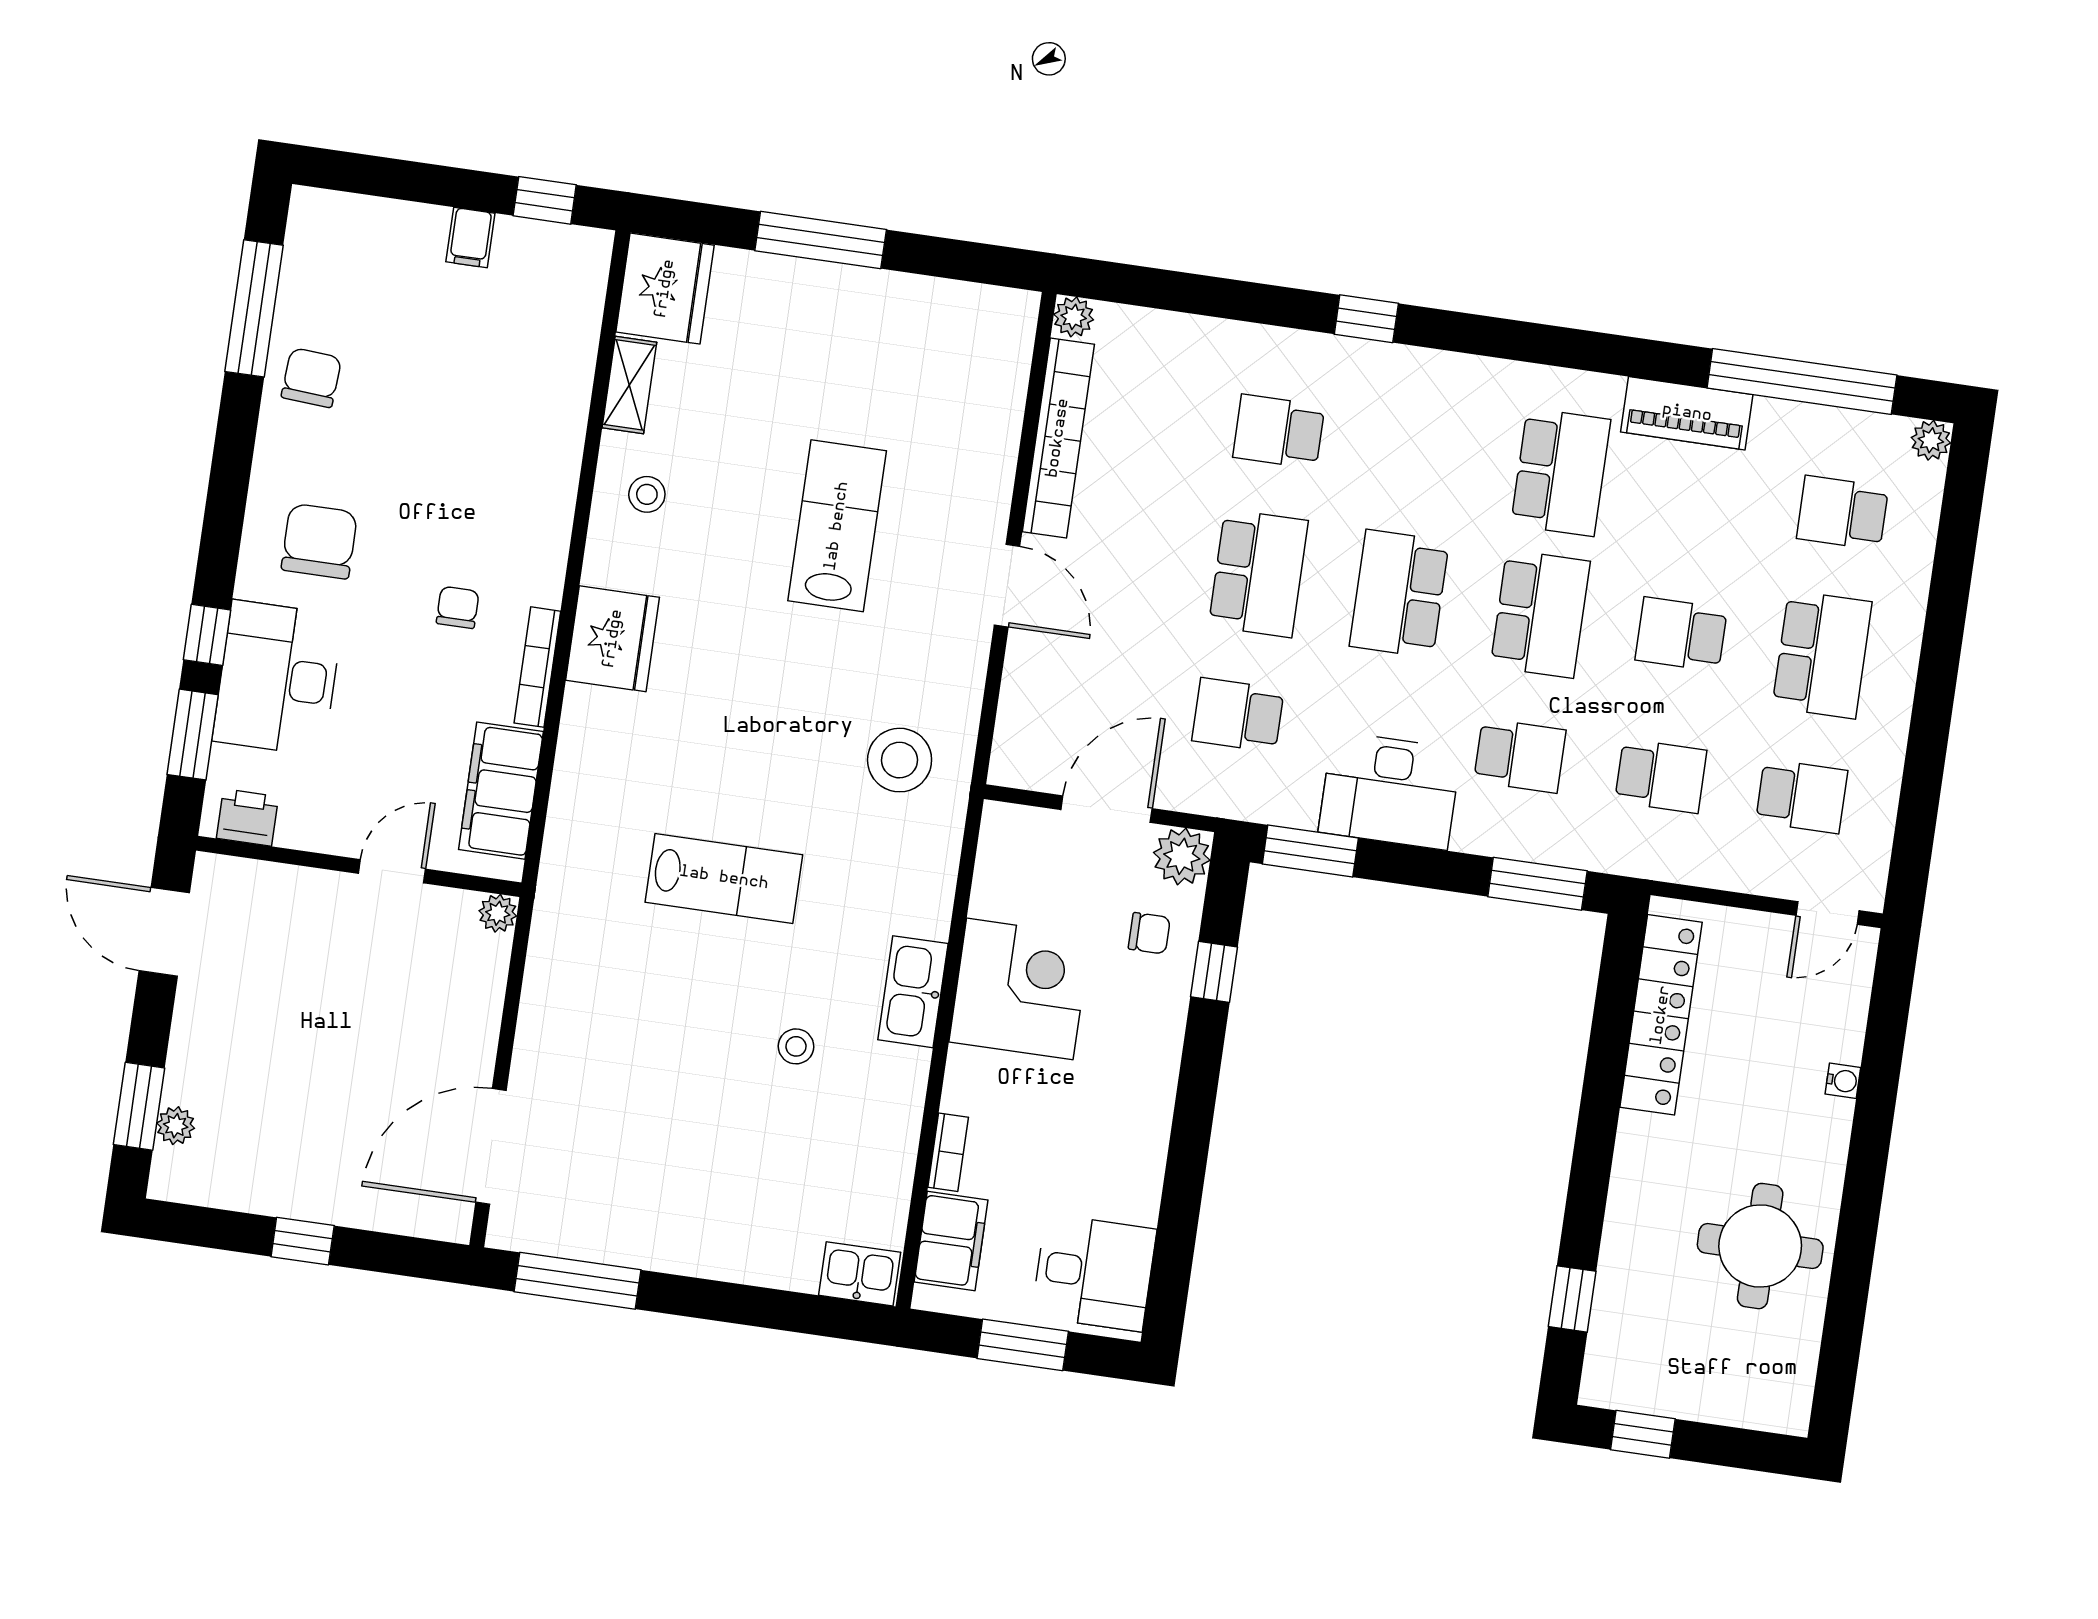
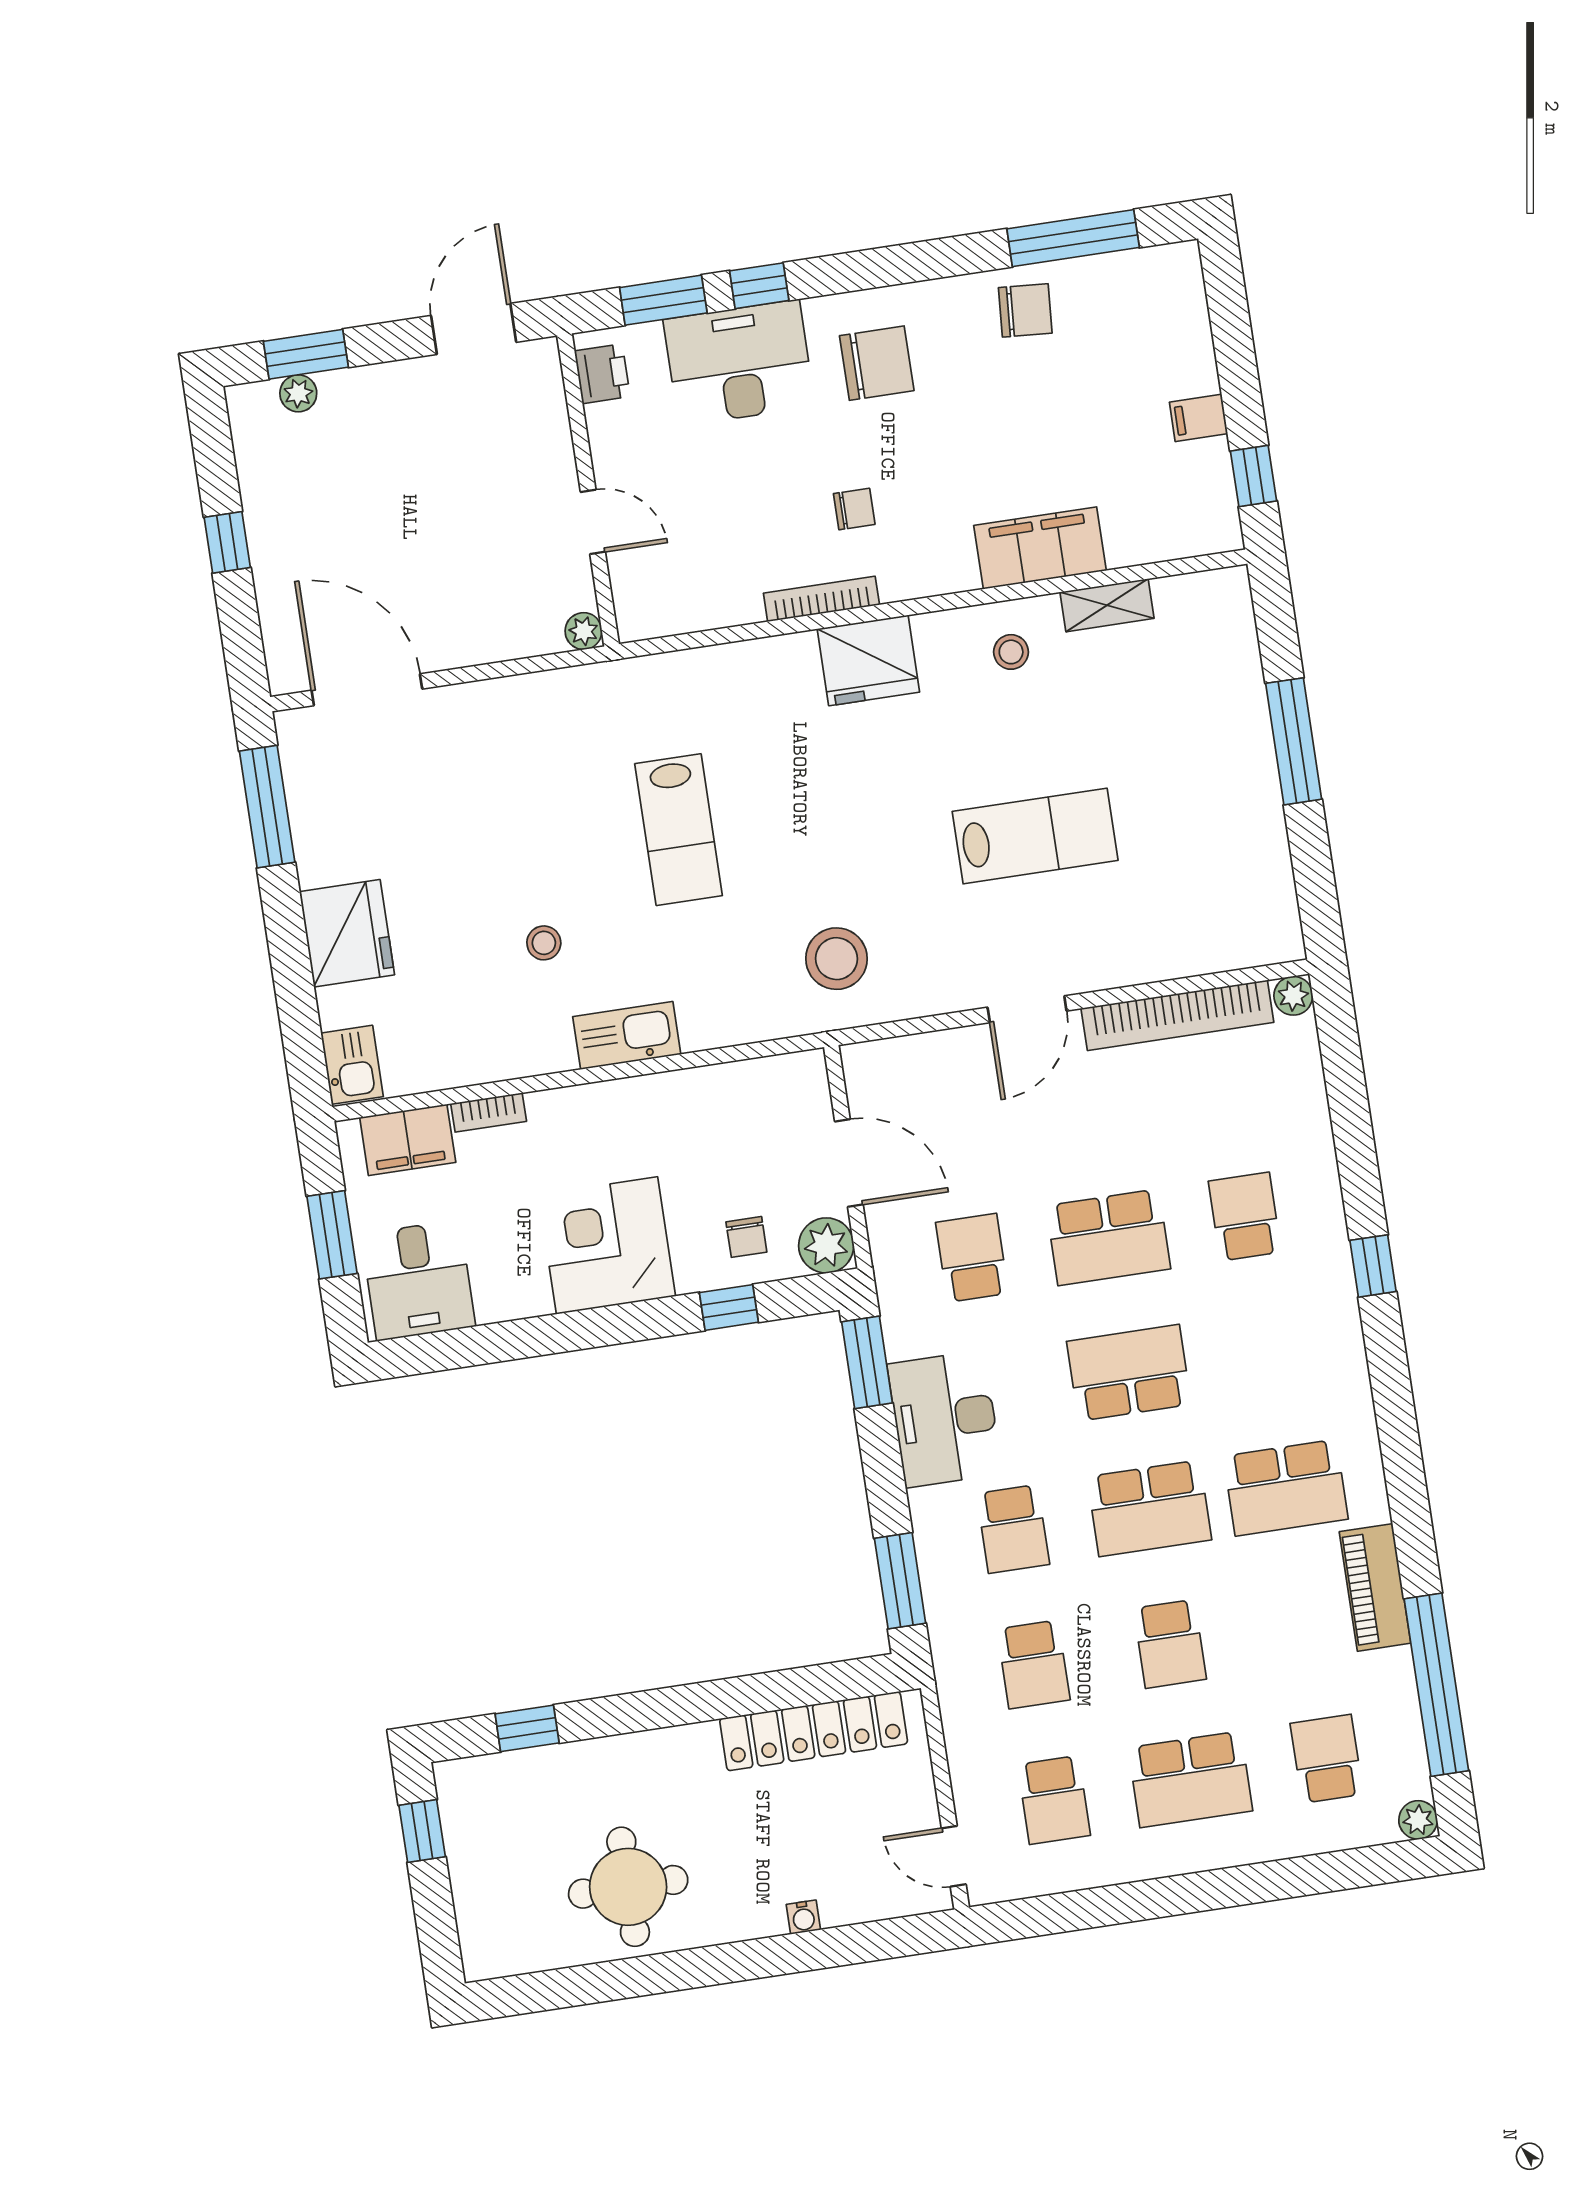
fridge: (665, 289) -> (347, 933), moved, turned -90
school desk: (1681, 634) -> (1170, 1644), turned 180
filing cabinet: (501, 791) -> (1040, 548), moved
corner desk: (1020, 989) -> (607, 1245), moved, turned 180

